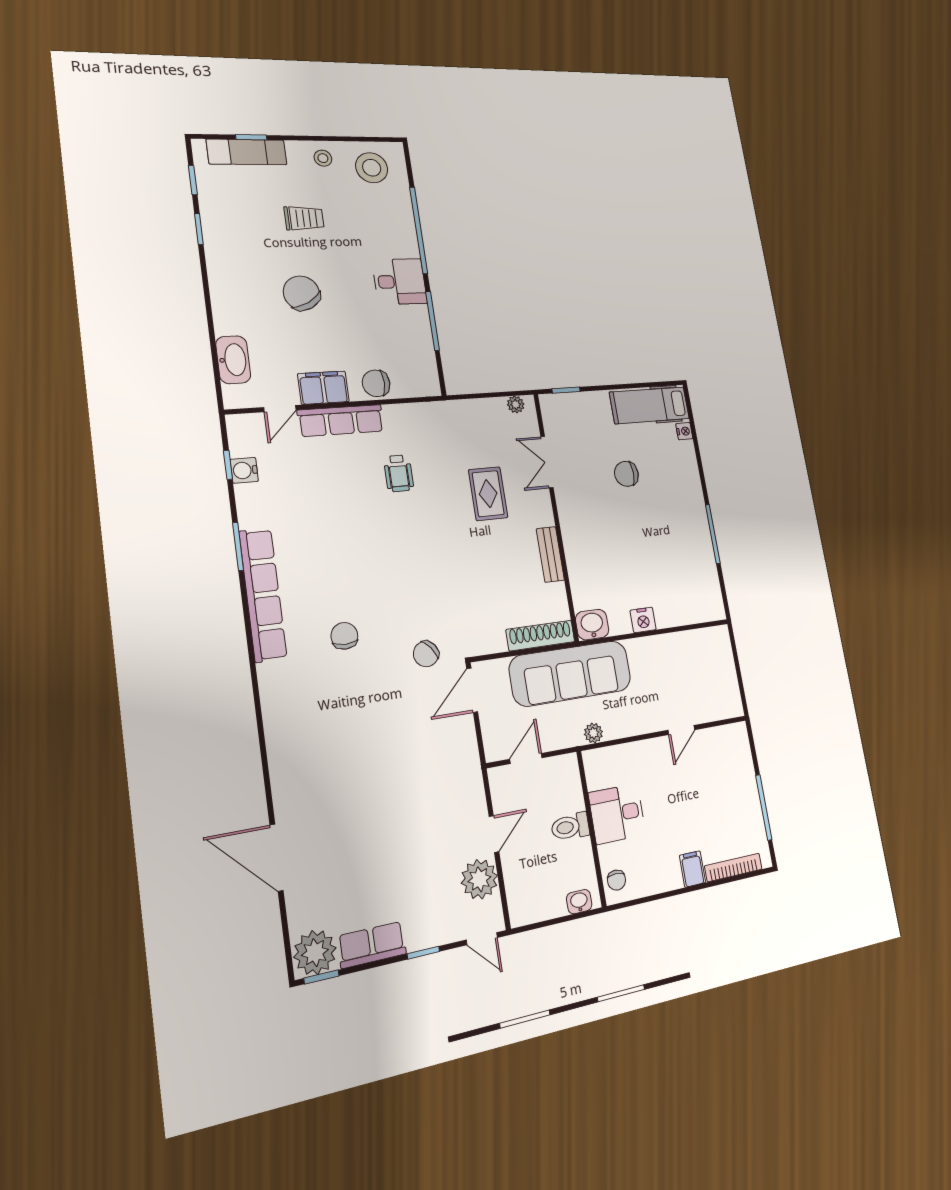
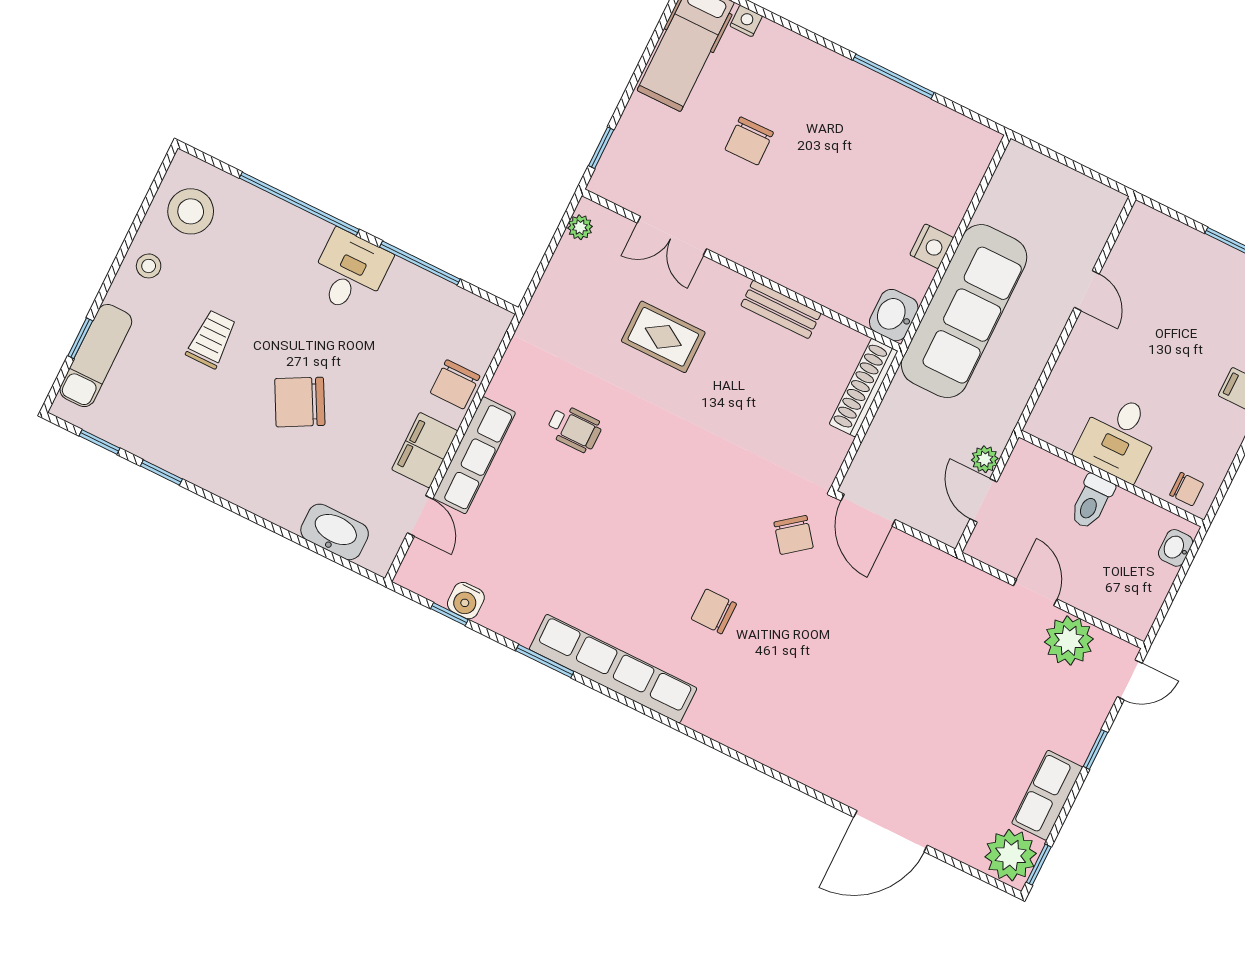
sofa: (571, 673) -> (964, 311), moved
plant: (593, 733) -> (985, 459), moved

